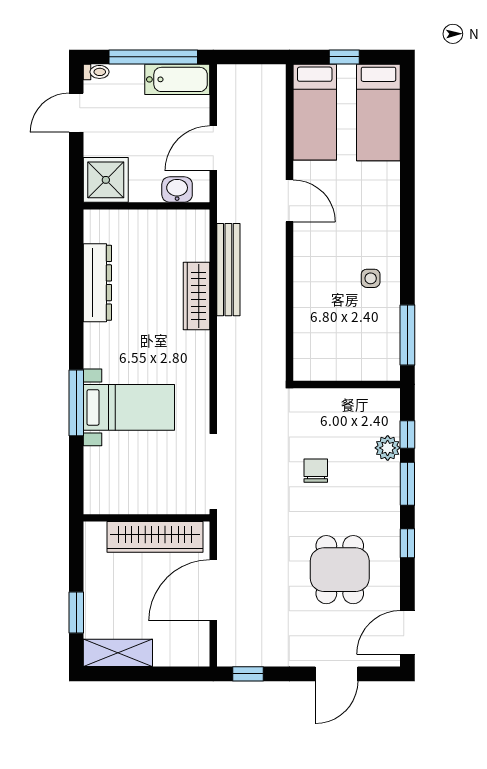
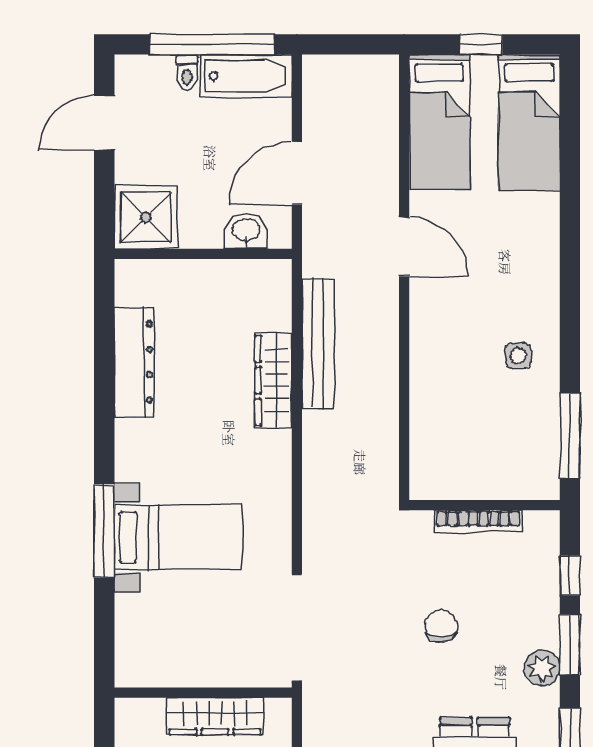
toilet: (96, 72) -> (187, 72), moved, turned 90
bookcase: (342, 396) -> (478, 521), added
plant: (388, 448) -> (542, 668), moved
wardrobe: (155, 537) -> (215, 716), width x0.71, depth x0.85

